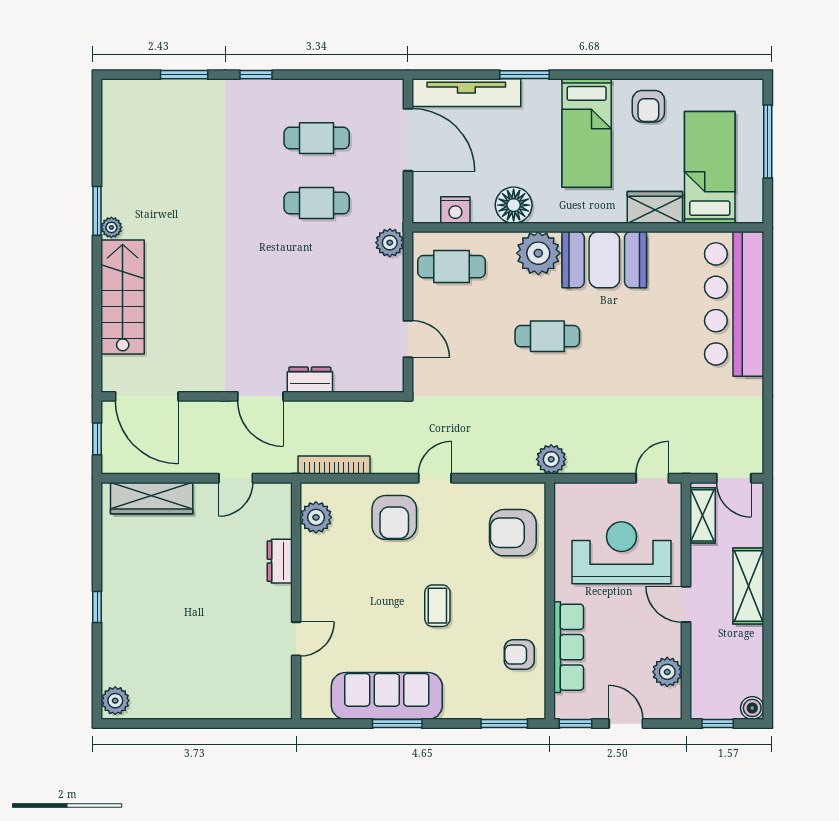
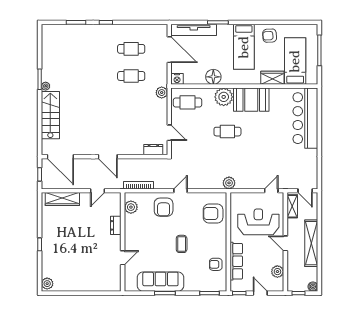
armchair: (648, 106) -> (270, 36), turned 86
nightstand: (455, 210) -> (177, 79), moved
dresser: (310, 380) -> (153, 150), moved
shelving: (748, 586) -> (311, 243), width x1.47

